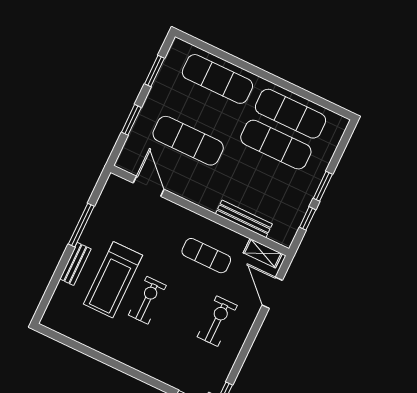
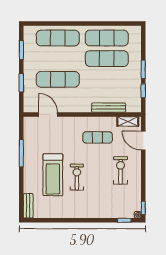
bench: (75, 264) -> (28, 206), moved

